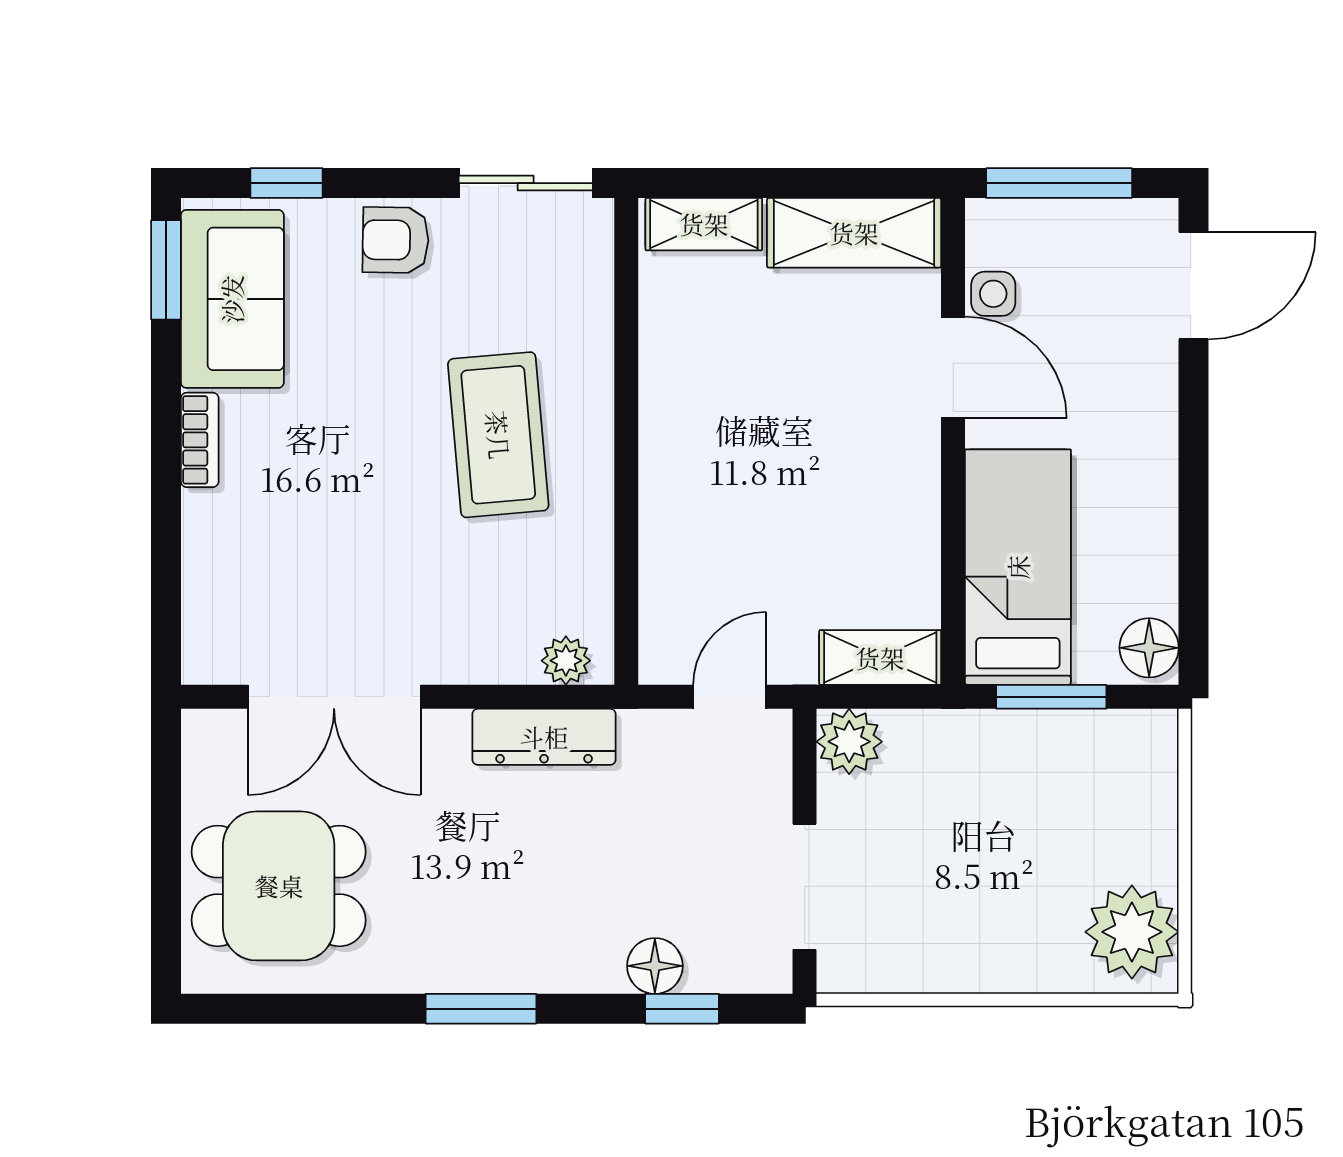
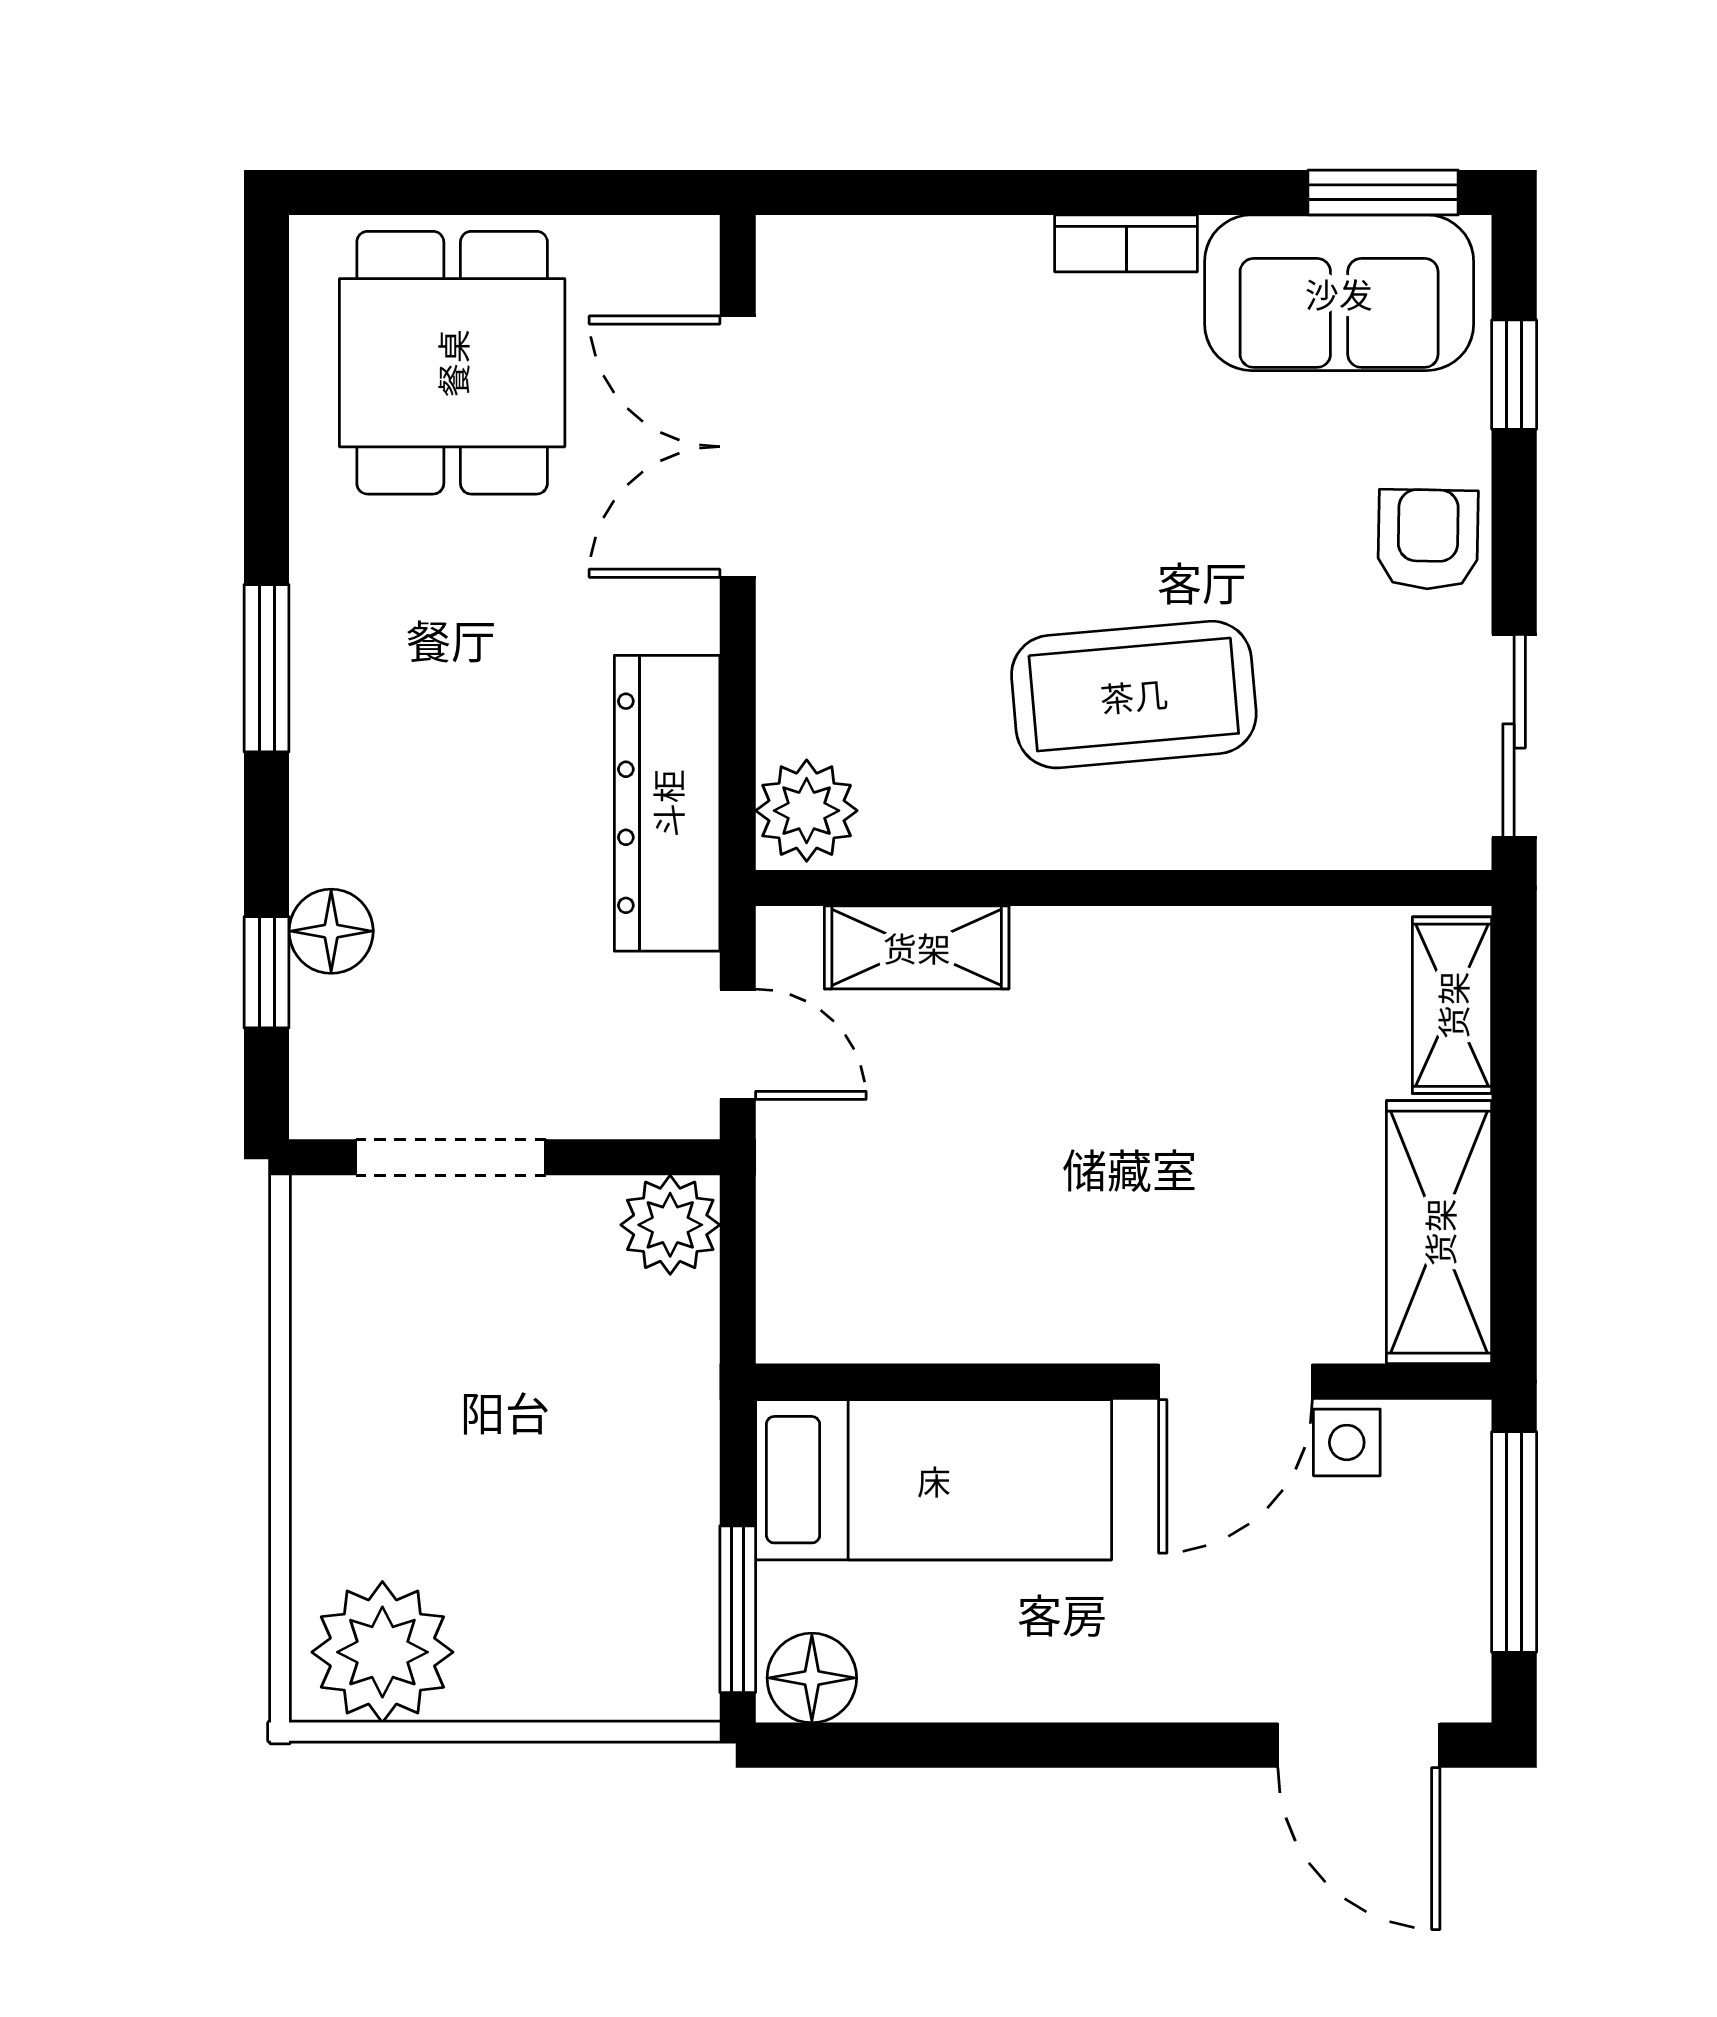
shelving: (880, 658) -> (917, 947), moved, turned 90
plant: (566, 661) -> (807, 811), width x1.38, depth x1.38
window: (1051, 697) -> (738, 1609), moved
dresser: (544, 737) -> (667, 803), width x1.37, depth x1.24

